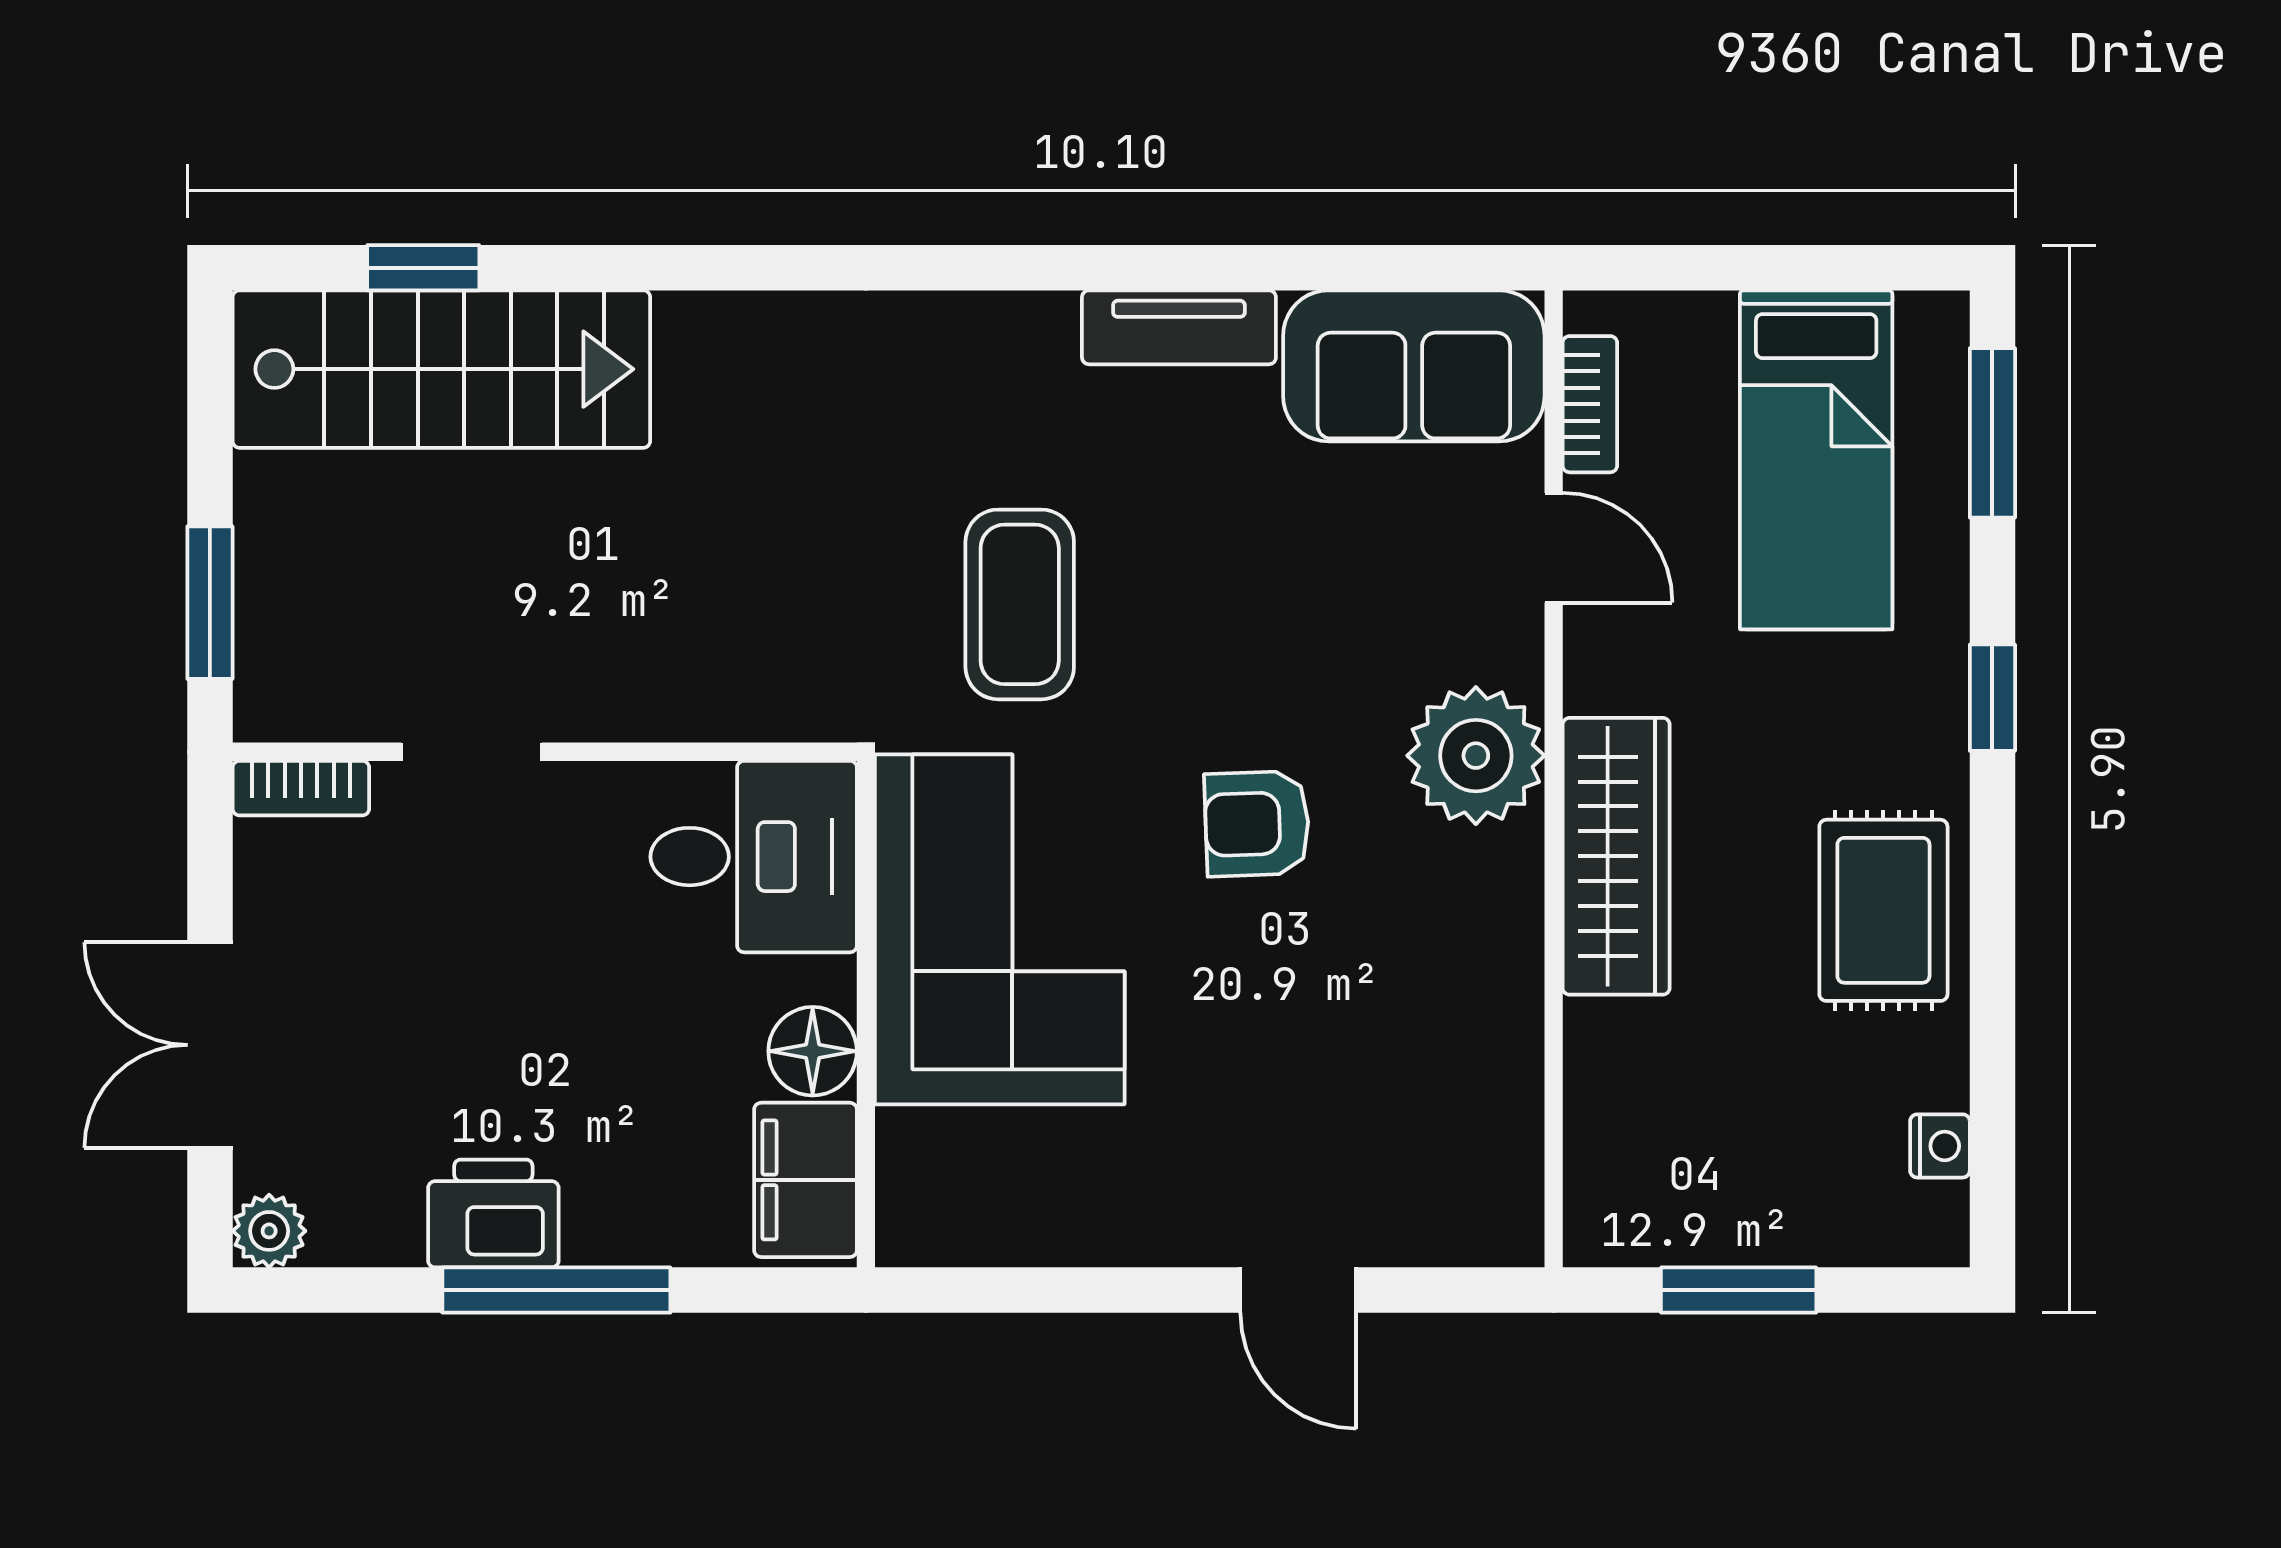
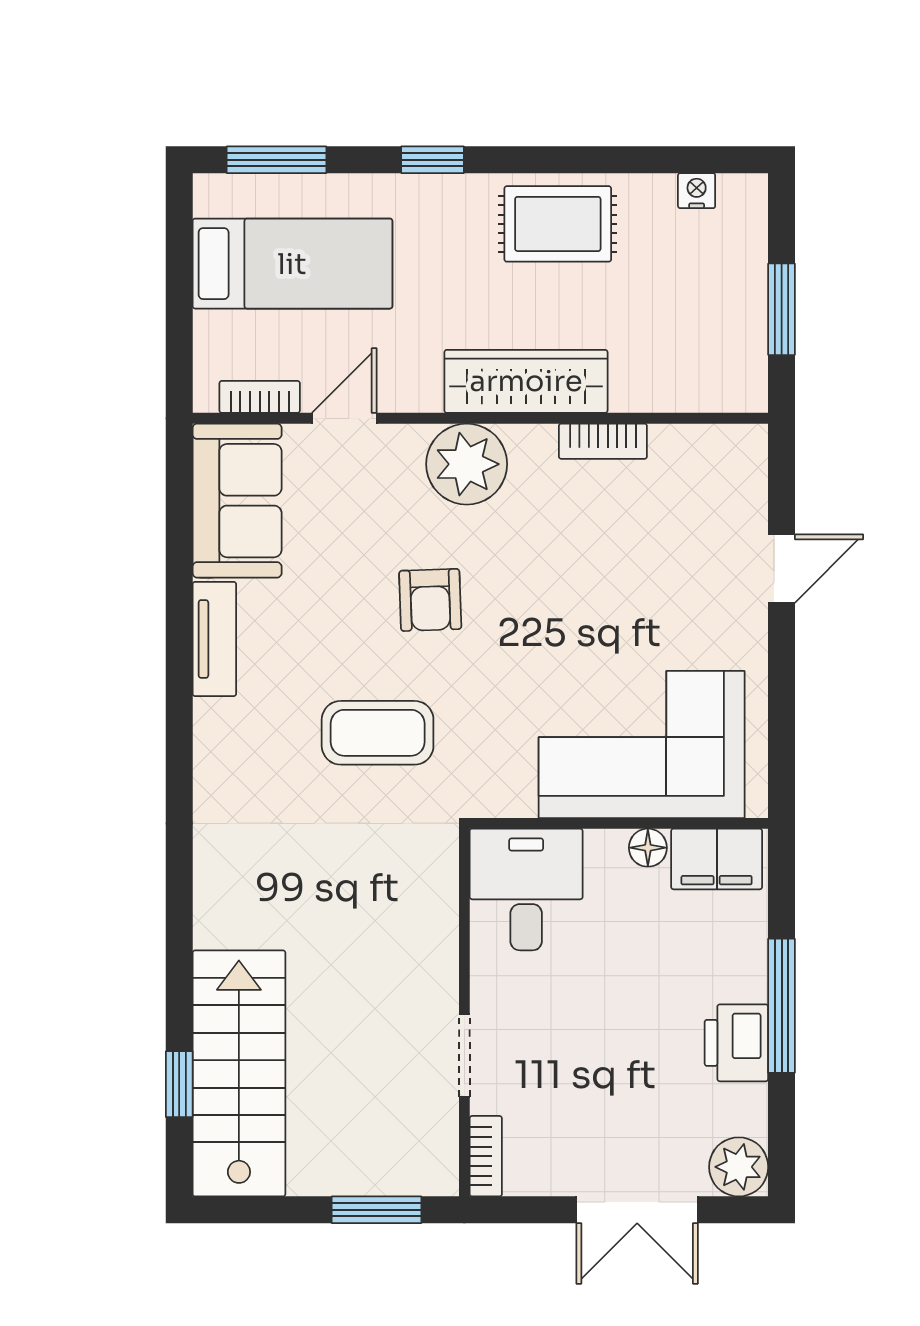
armchair: (1257, 824) -> (430, 600), moved
corner sofa: (1000, 929) -> (642, 744), moved
bookcase: (1515, 987) -> (603, 441), added
floor lamp: (813, 1051) -> (648, 848), width x0.73, depth x0.73
plant: (269, 1231) -> (739, 1167), width x1.38, depth x1.38

